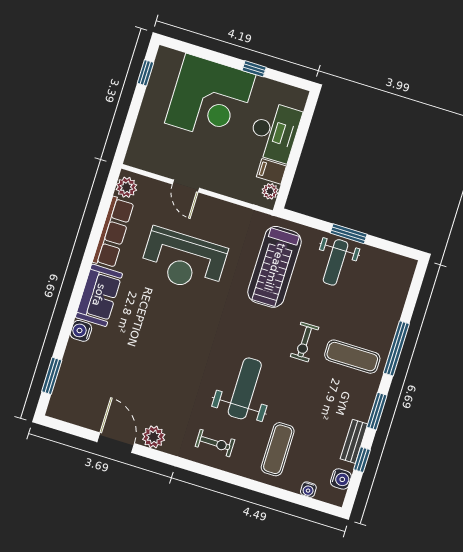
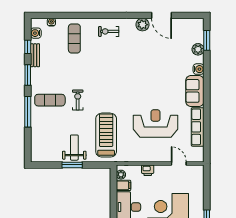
printer: (222, 184) -> (148, 170), added
door: (186, 186) -> (179, 164), moved
plant: (126, 187) -> (198, 49), moved
weight bench: (245, 388) -> (102, 65), removed

